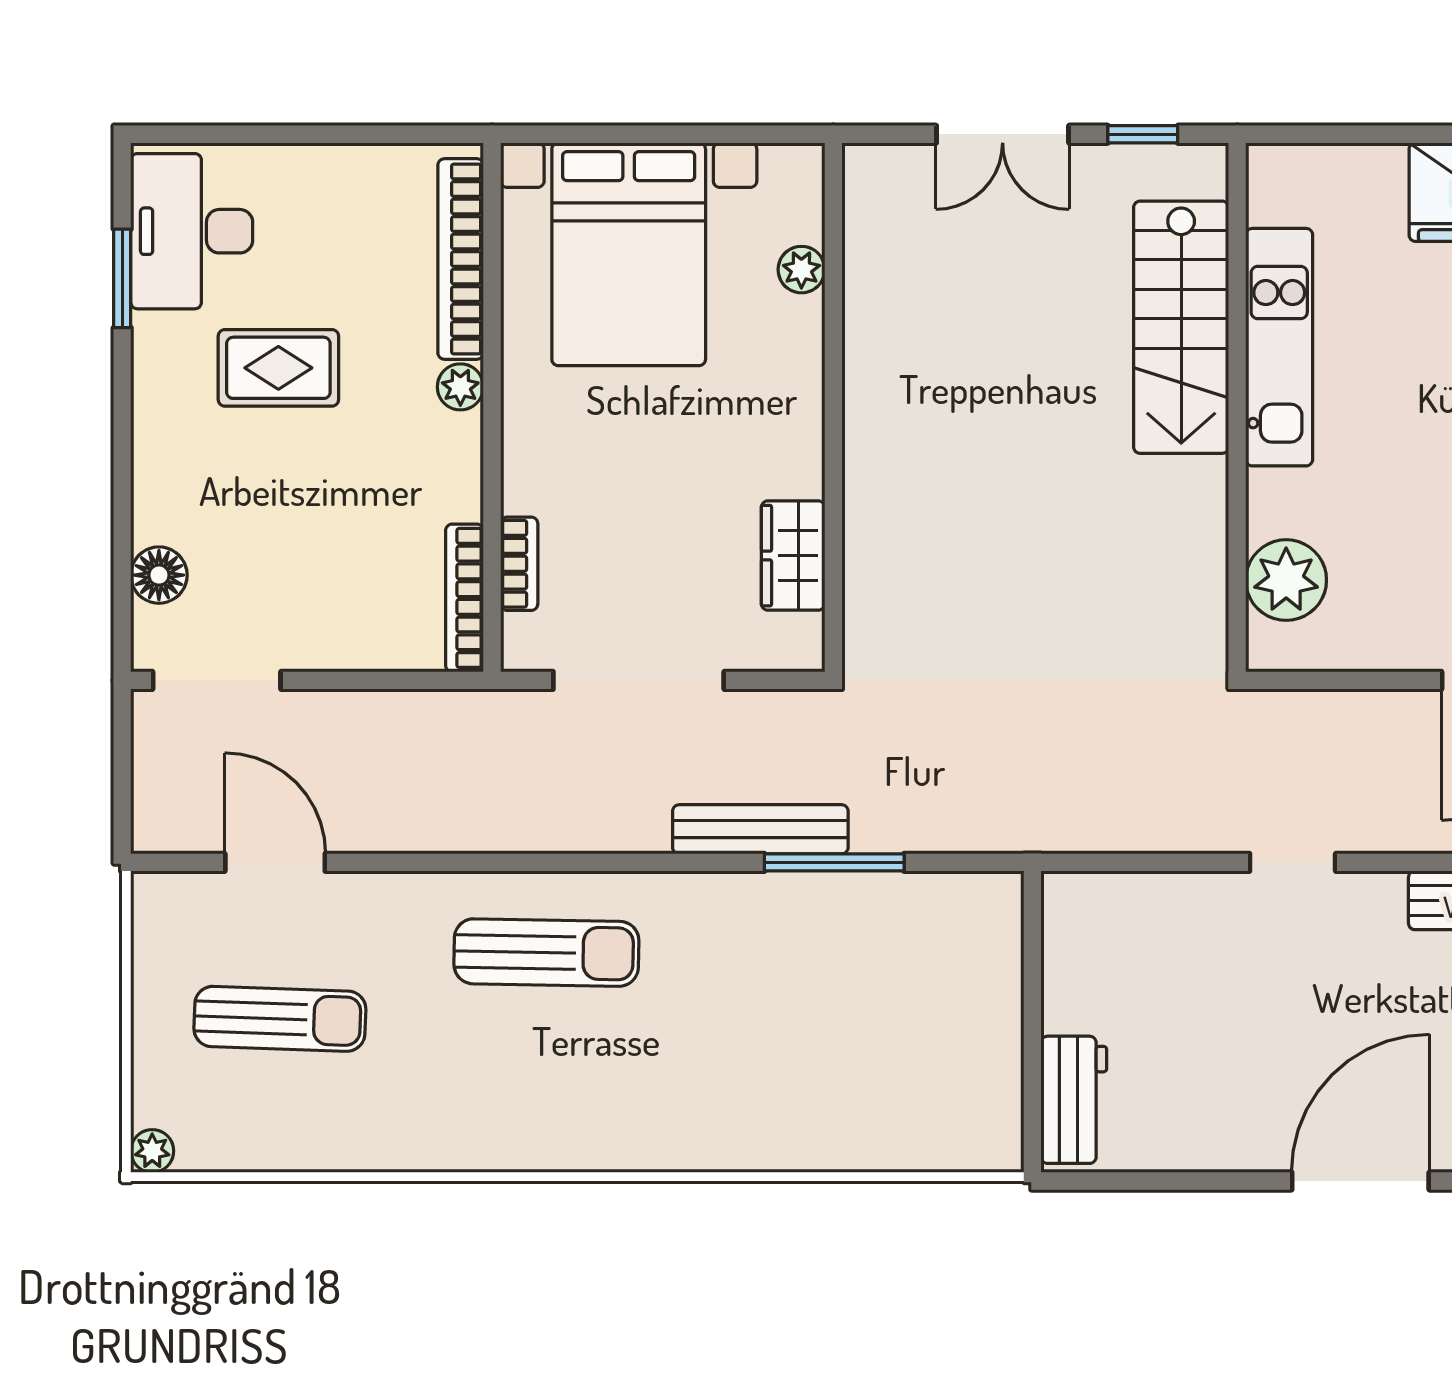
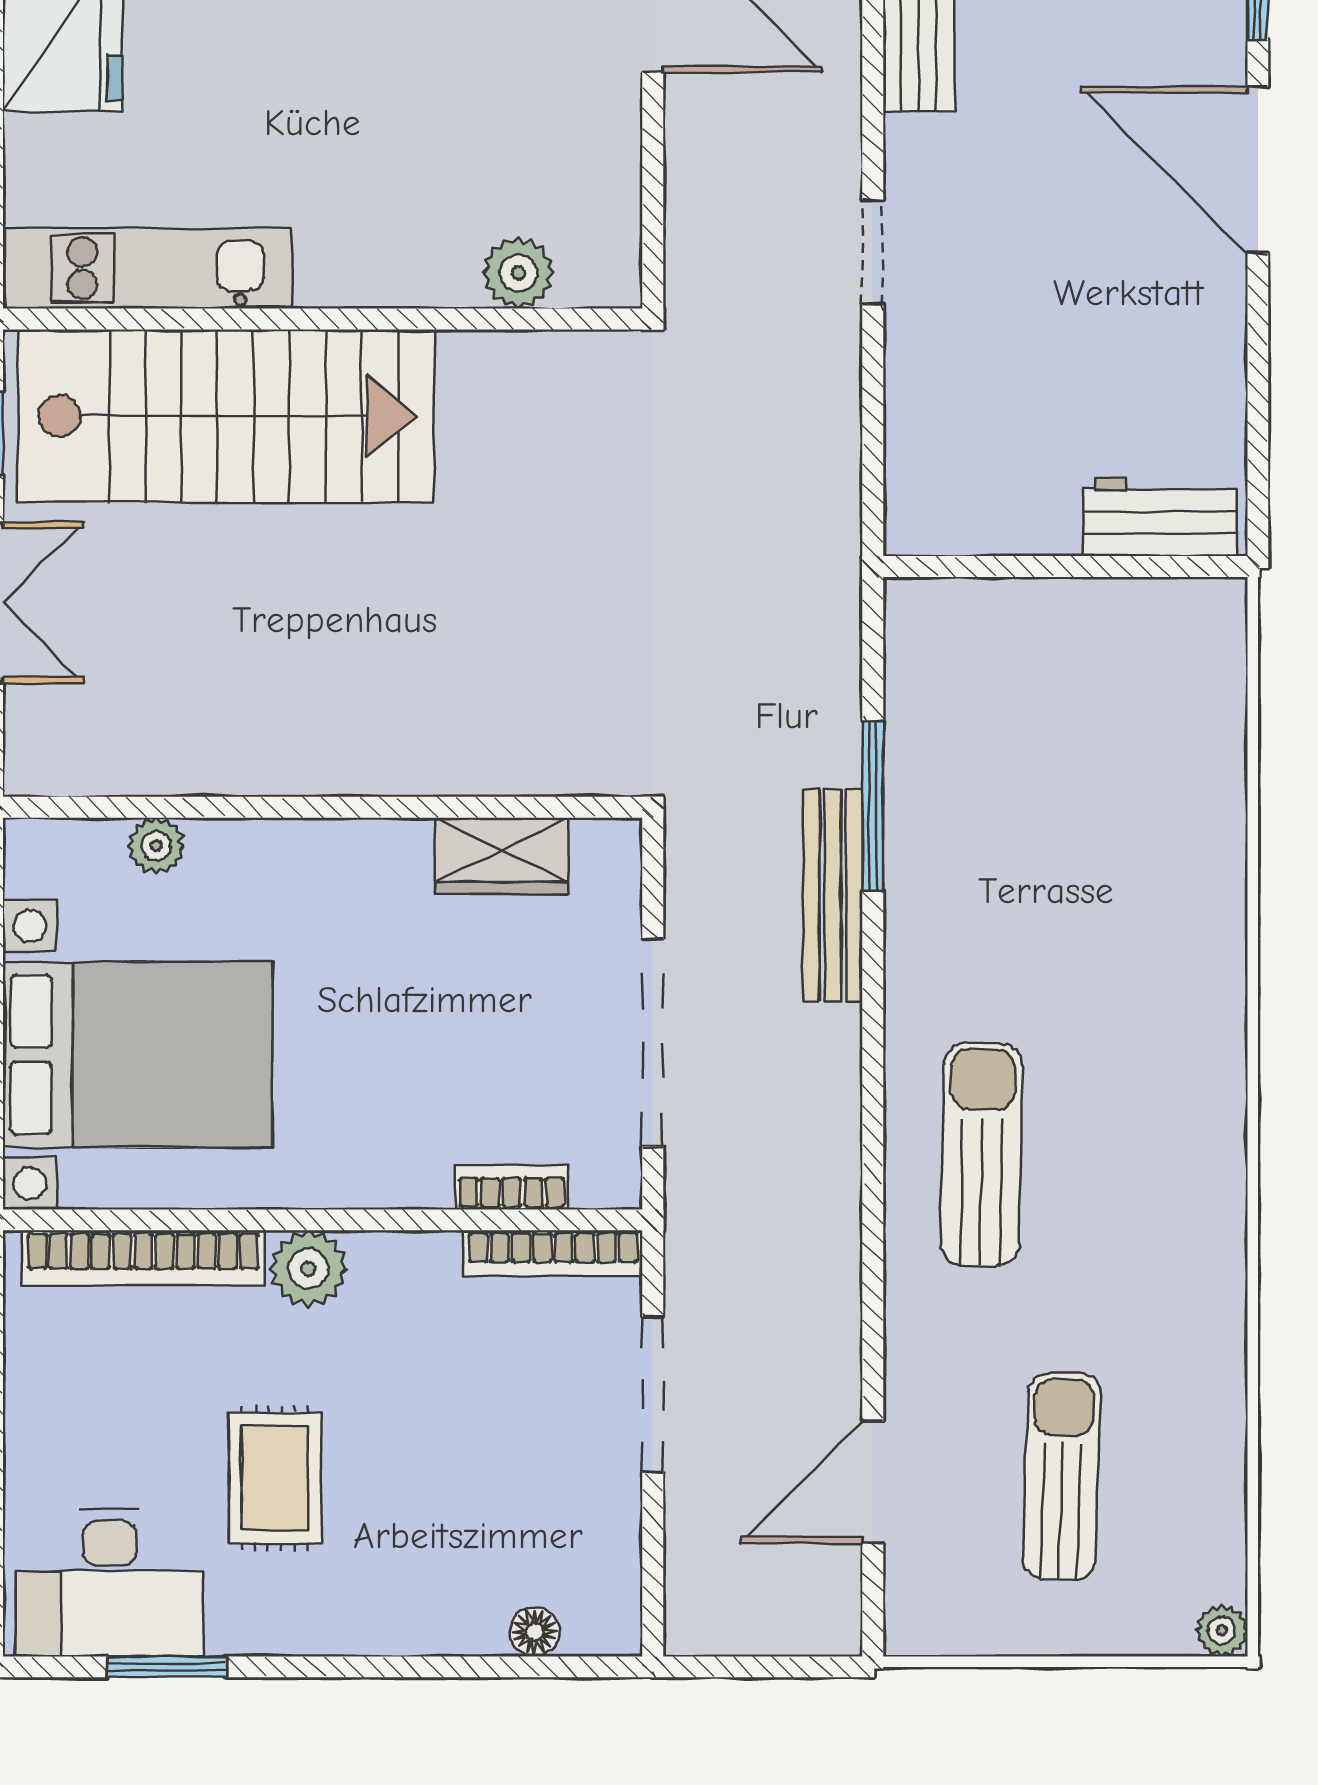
stairs: (1181, 327) -> (226, 416), width x1.36, depth x1.51
kitchen unit: (1279, 347) -> (148, 268), moved
plant: (460, 387) -> (308, 1269), width x1.38, depth x1.38
floor lamp: (159, 575) -> (535, 1632), width x0.73, depth x0.73
plant: (1286, 580) -> (518, 273), width x0.73, depth x0.73
doorway: (217, 680) -> (653, 1394), moved

